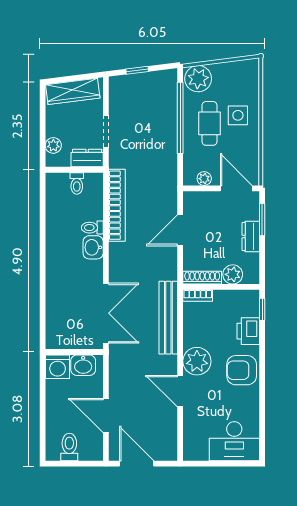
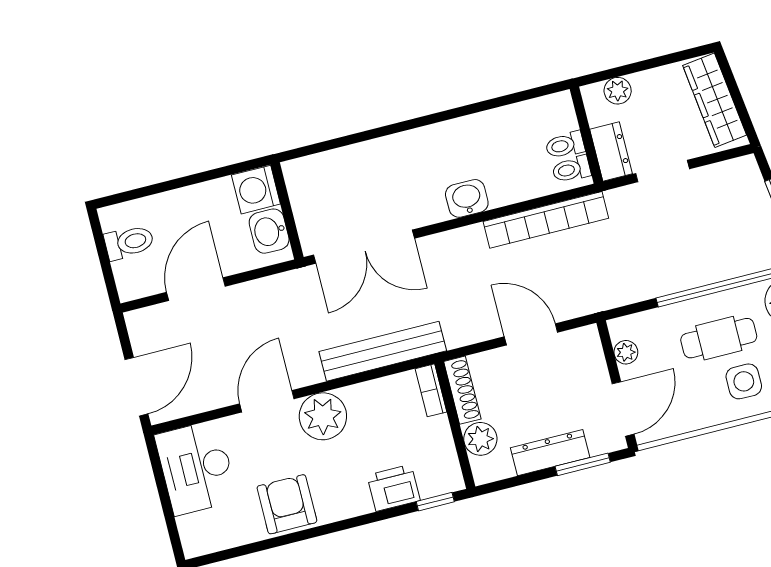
toilet: (92, 228) -> (571, 169), moved, turned -90
dresser: (251, 236) -> (550, 453), width x1.44
armchair: (242, 370) -> (287, 504), moved
desk: (234, 441) -> (196, 468), moved
door: (137, 464) -> (136, 387), moved

